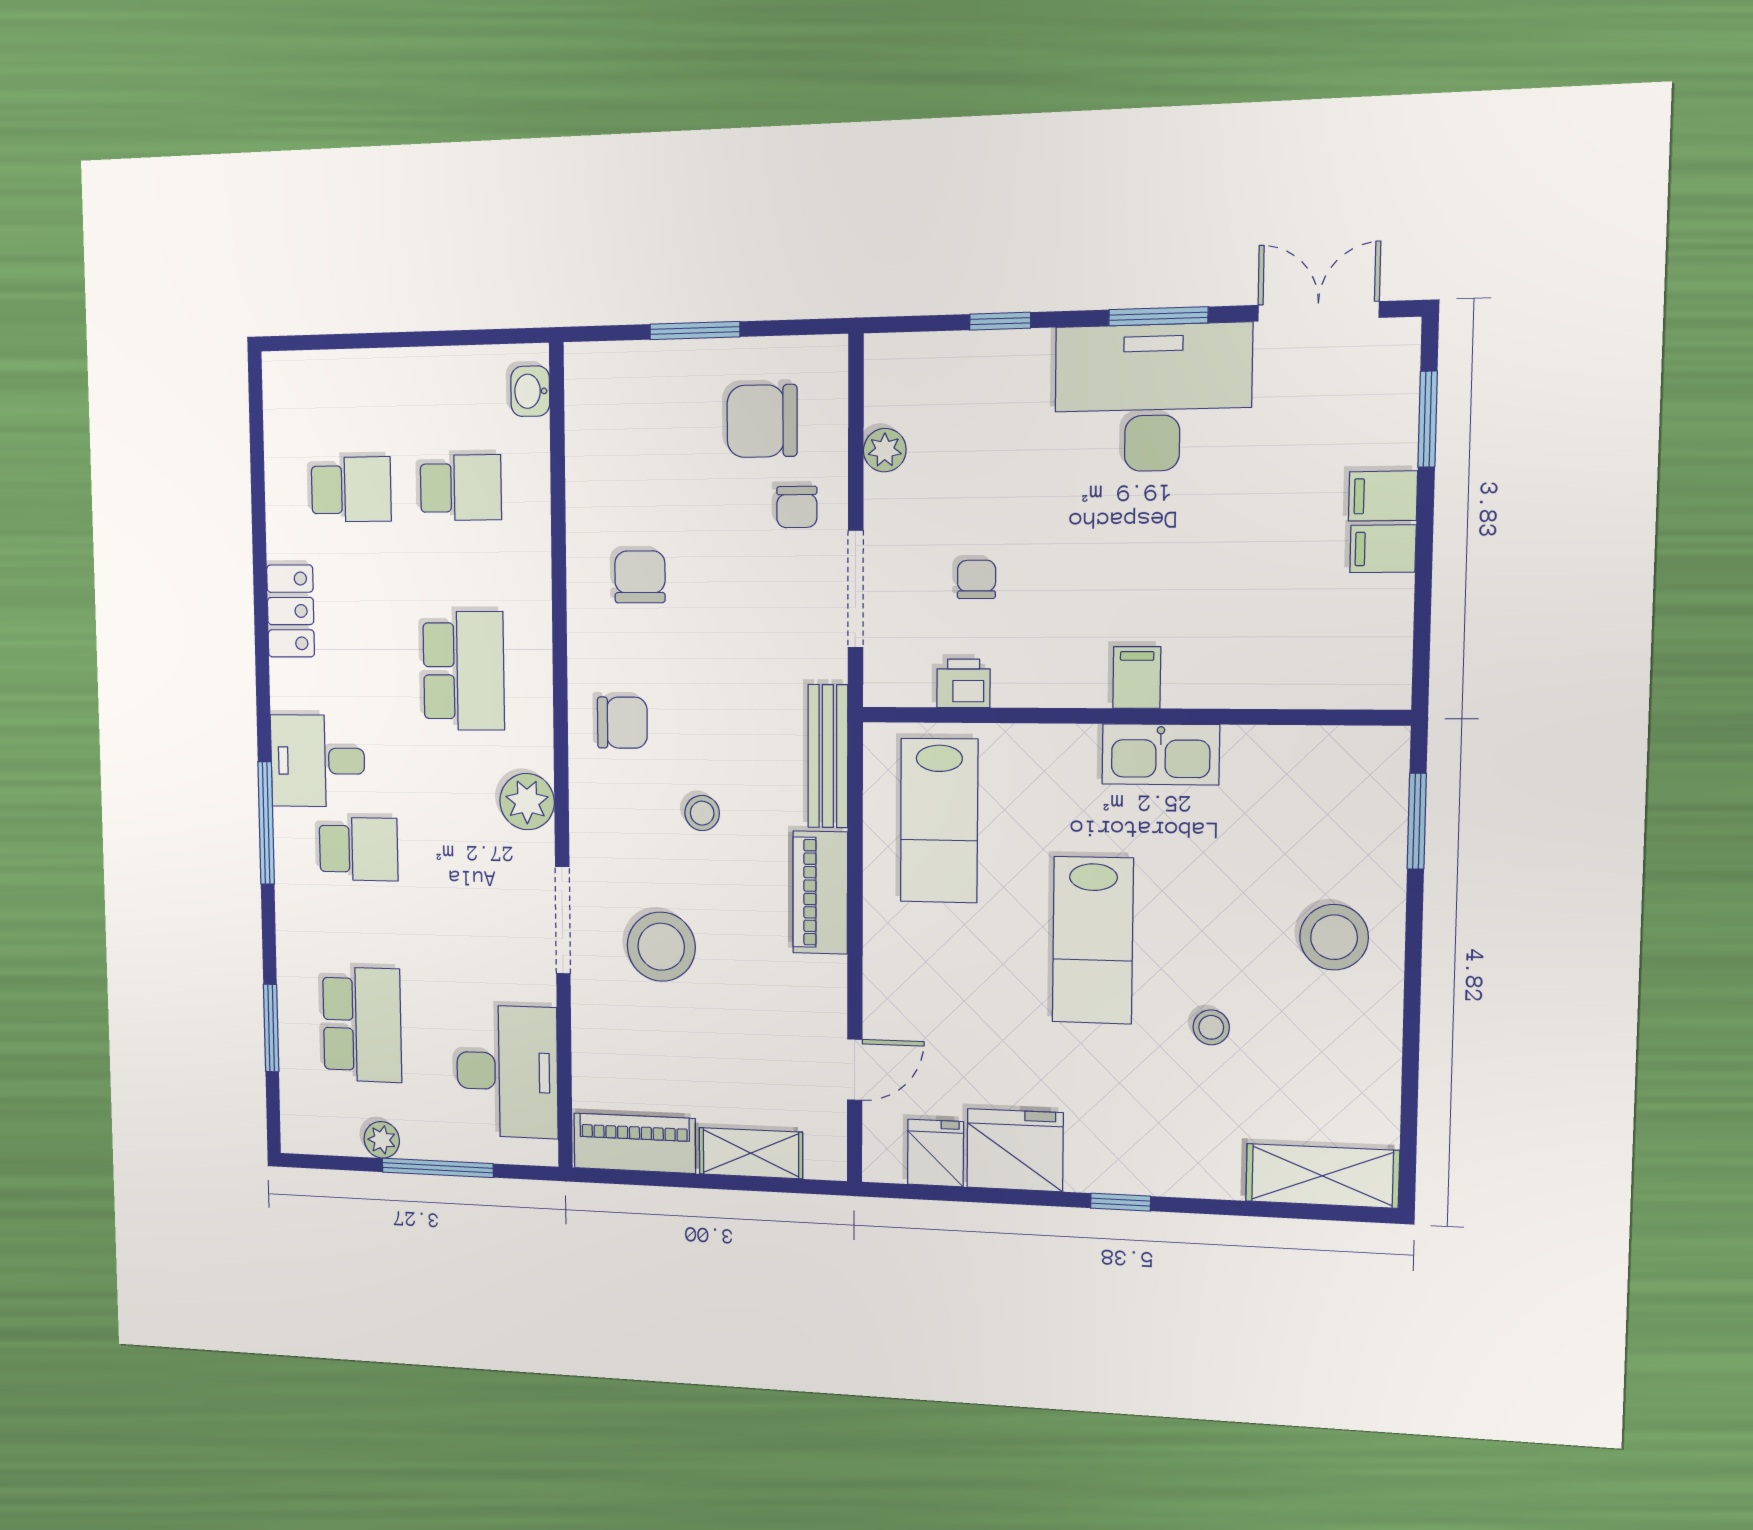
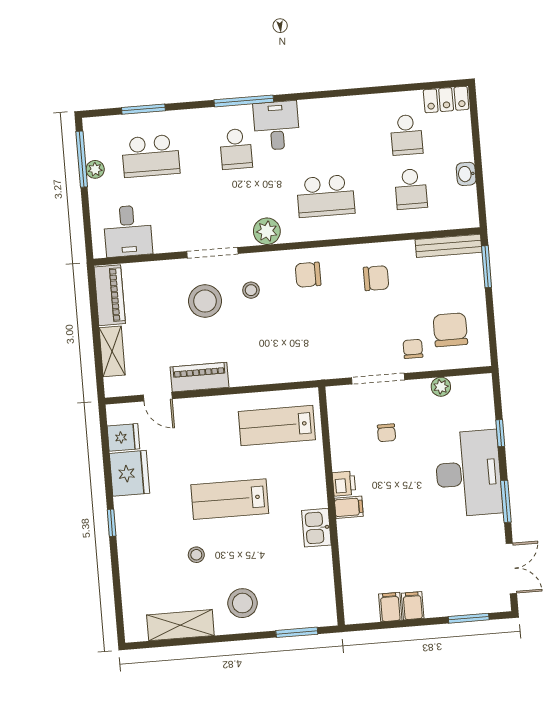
window: (695, 331) -> (487, 267), moved
washbasin: (530, 391) -> (466, 174), moved, turned -90
desk: (1153, 398) -> (468, 473), moved
filing cabinet: (1383, 496) -> (390, 607), moved
chair: (797, 507) -> (413, 349), turned 90
chair: (977, 579) -> (386, 433), turned 90
locker: (291, 611) -> (446, 100), moved
printer: (963, 683) -> (344, 484), moved
chair: (622, 723) -> (308, 275), turned 90
kitchen sink: (1161, 754) -> (316, 528), width x0.73
bench: (828, 756) -> (448, 246), moved
stool: (702, 813) -> (251, 290), moved
piano: (820, 893) -> (199, 377), moved
desk: (507, 1072) -> (128, 231), width x0.73
window: (438, 1168) -> (82, 159), moved
shelving: (1322, 1176) -> (180, 625), moved, turned 90

